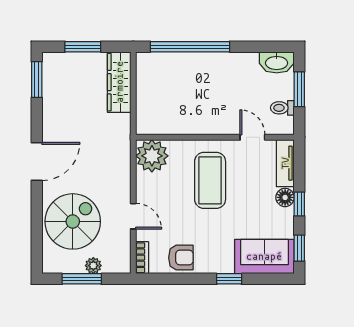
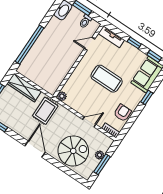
rug: (105, 138) -> (45, 111), added
plant: (152, 156) -> (62, 96), width x0.53, depth x0.53
coffee table: (210, 180) -> (107, 79), moved
floor lamp: (285, 197) -> (127, 47), removed
spiral stairs: (73, 221) -> (73, 151), turned 90

